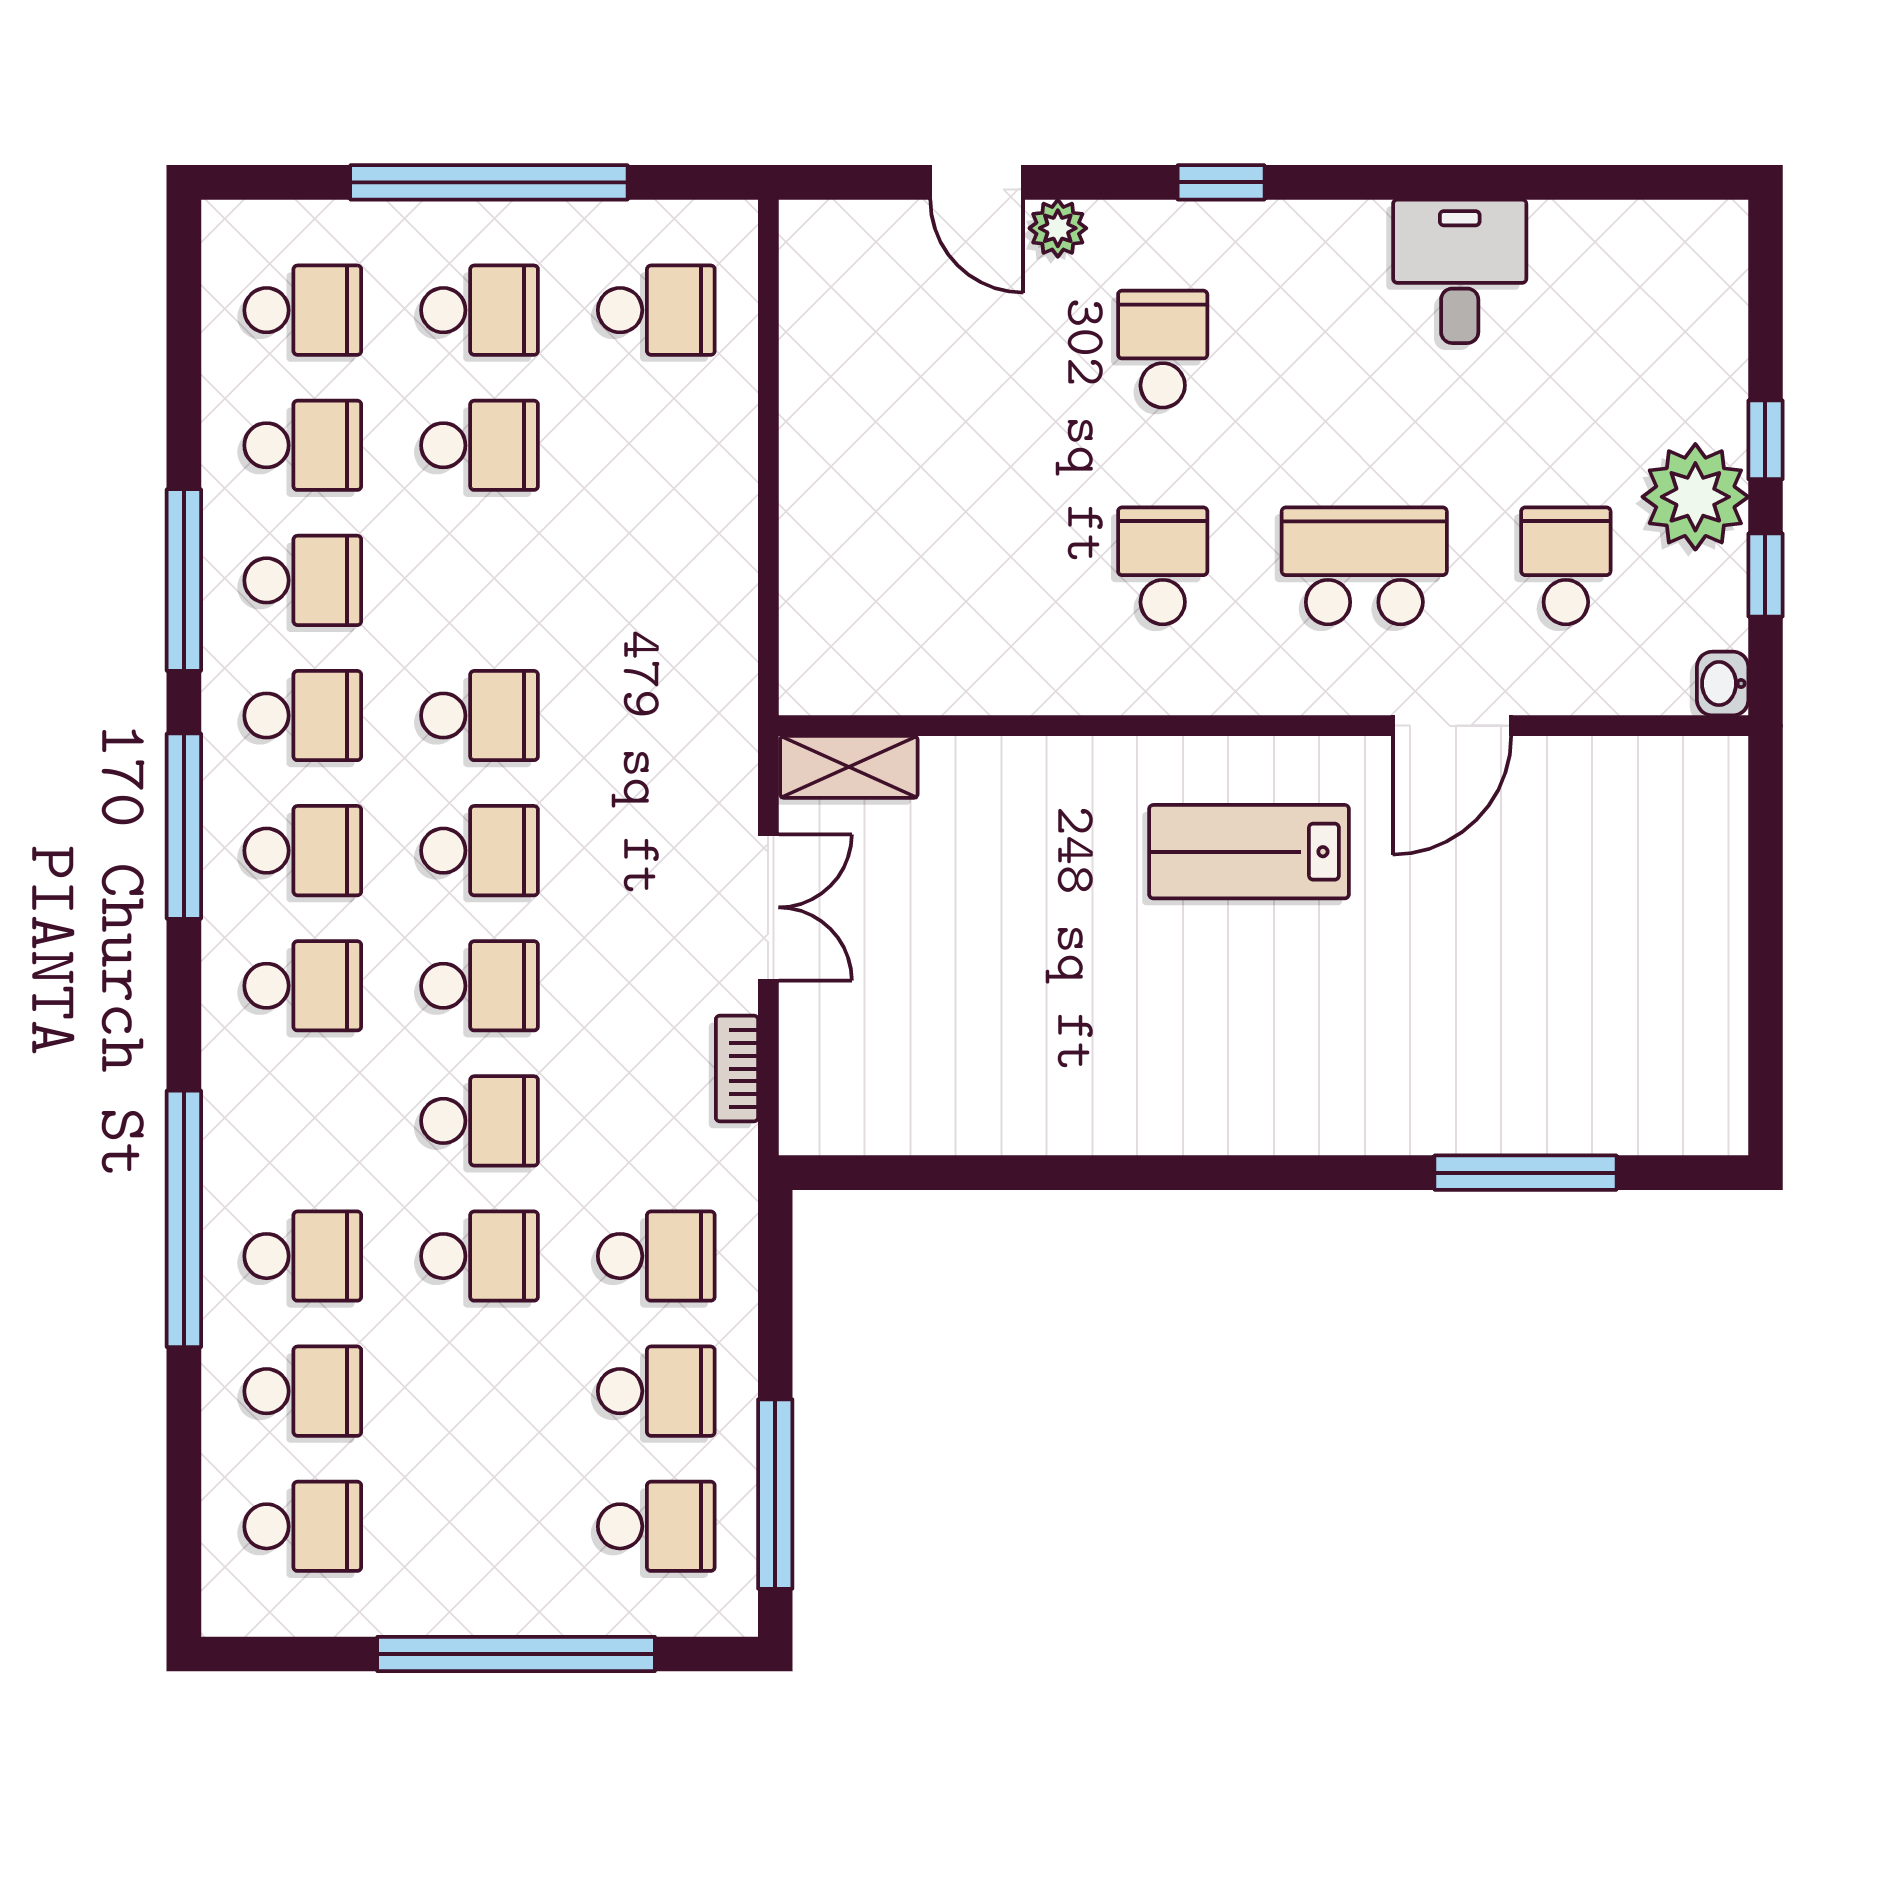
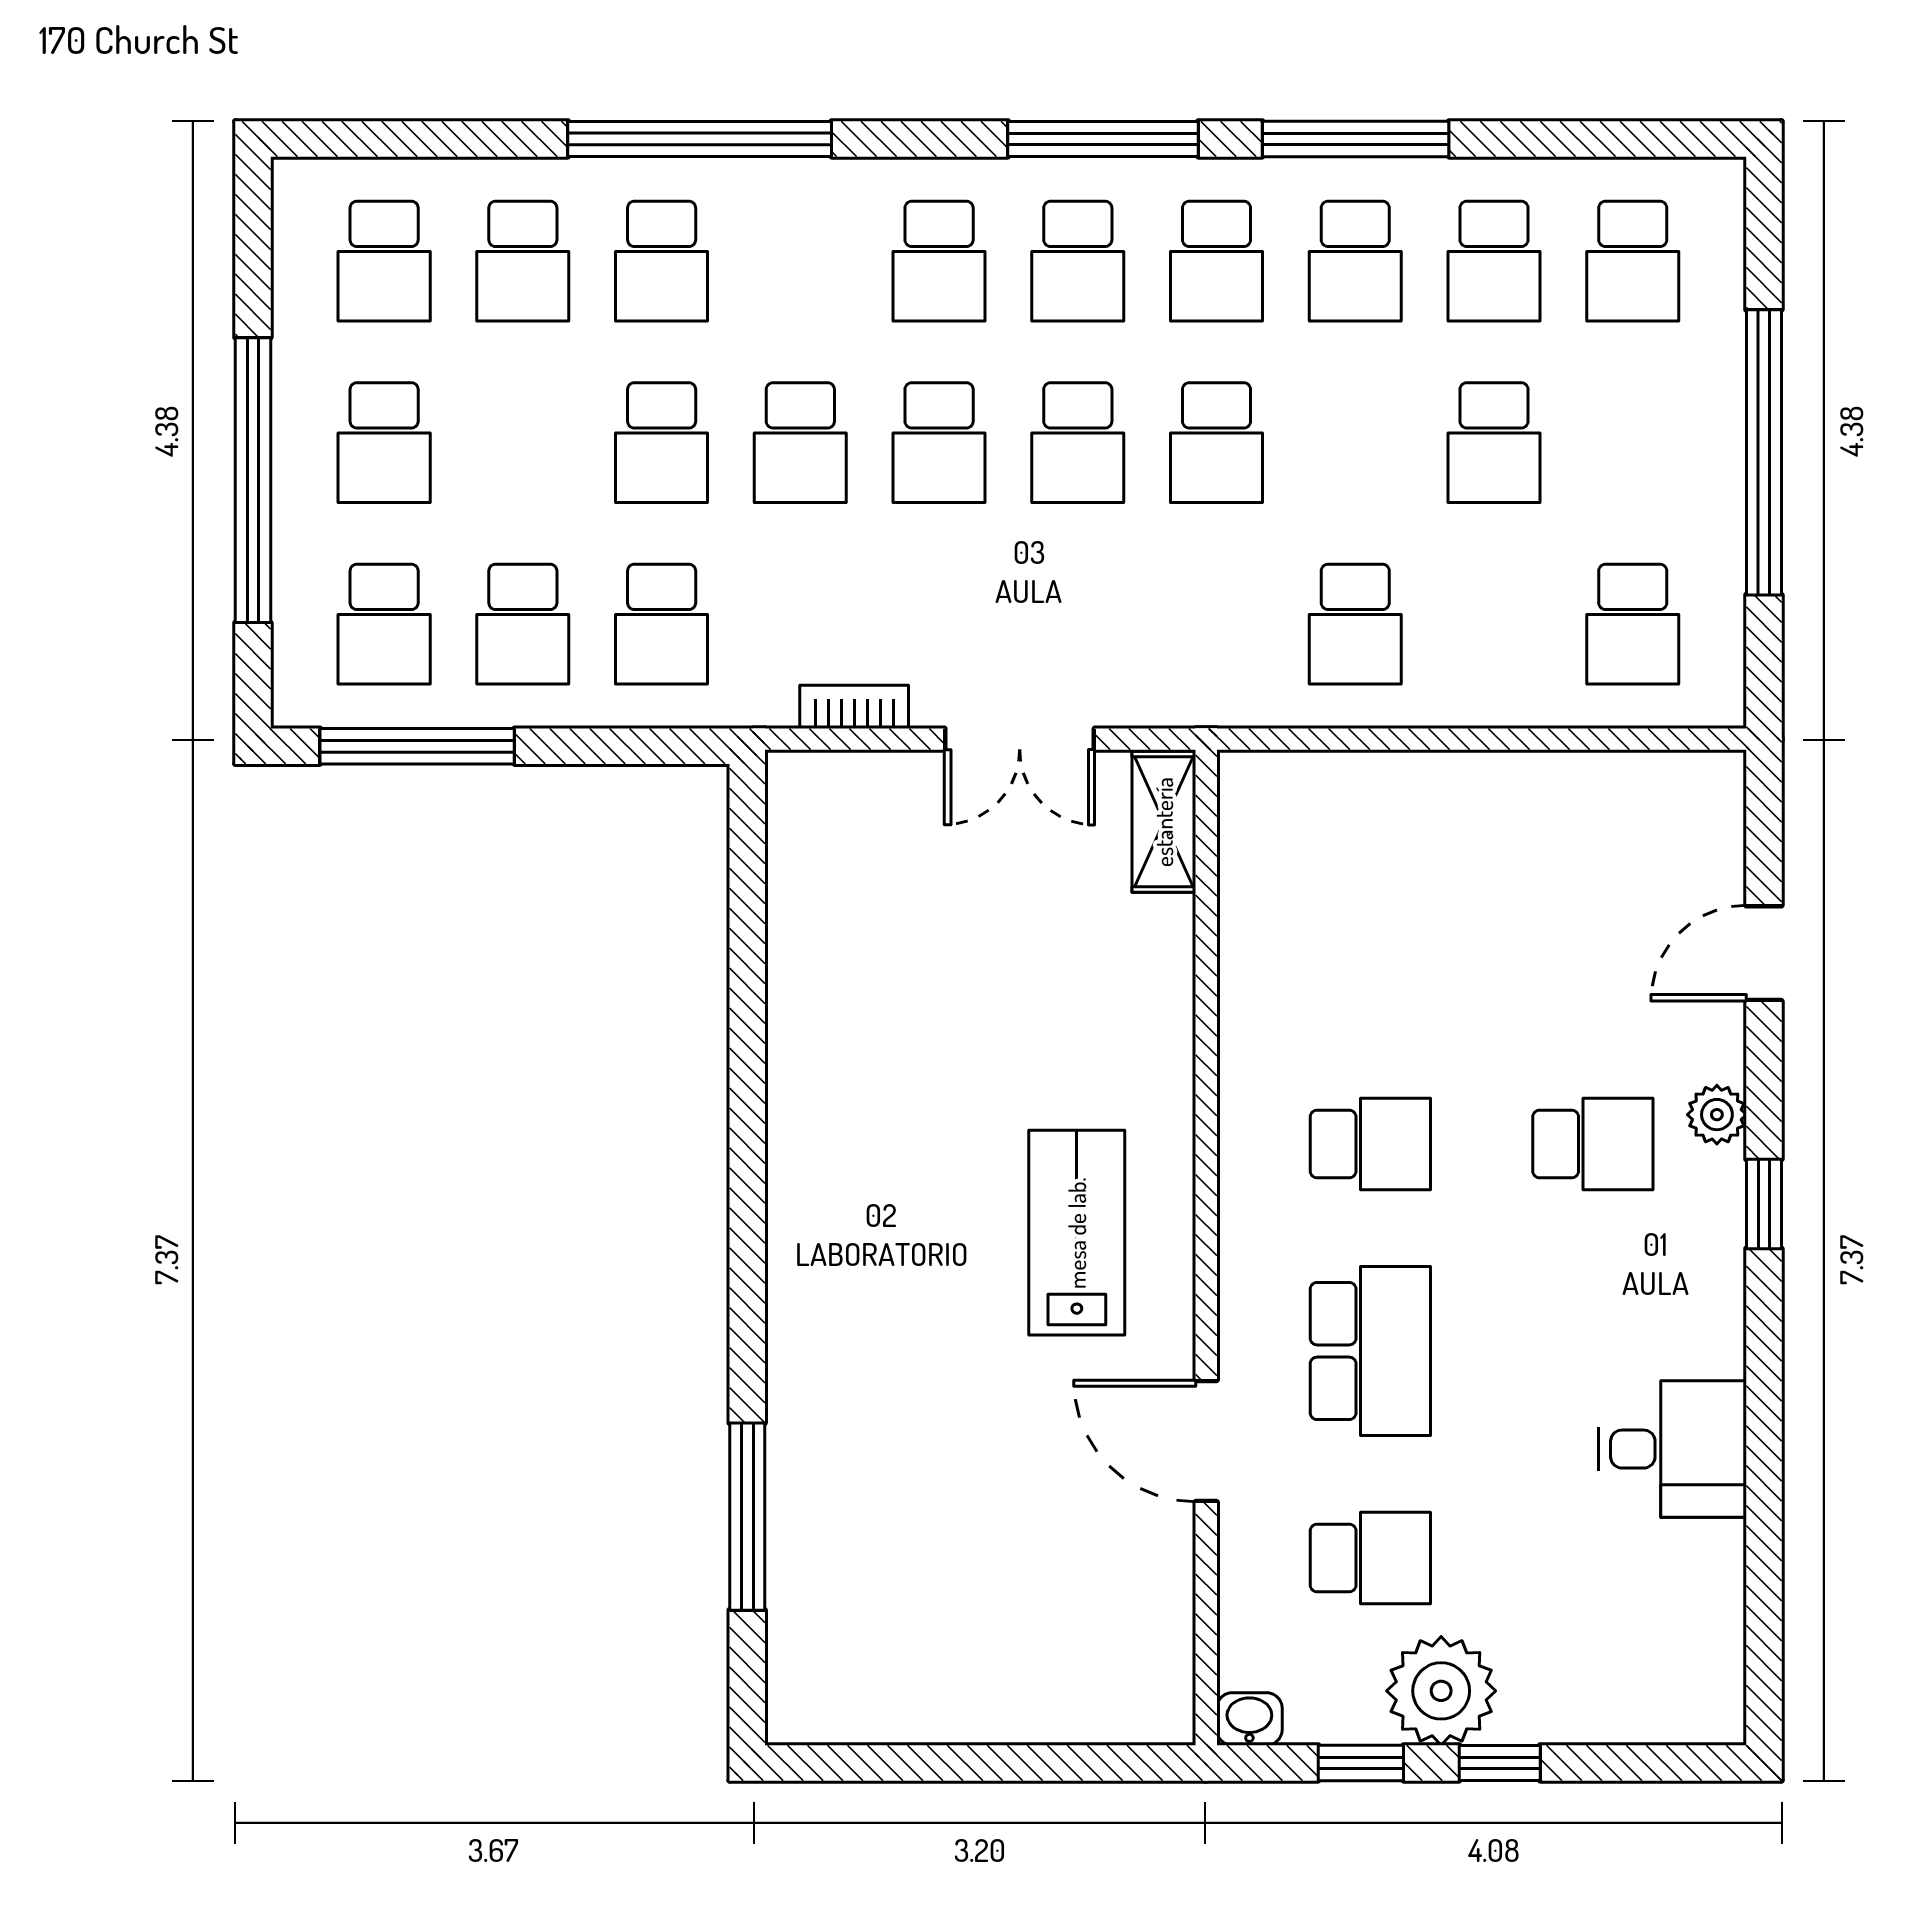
plant: (1058, 228) -> (1717, 1115), moved
school desk: (480, 310) -> (1355, 624), moved
school desk: (480, 1526) -> (384, 443), added

